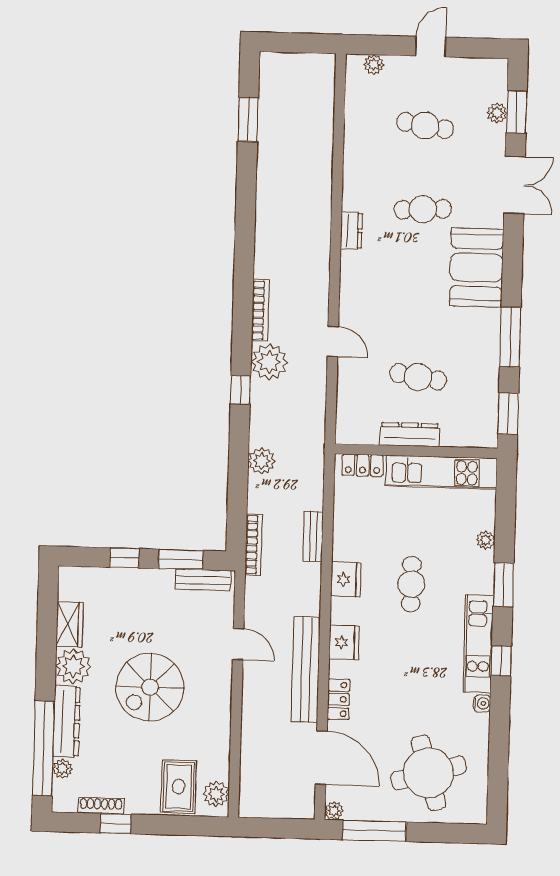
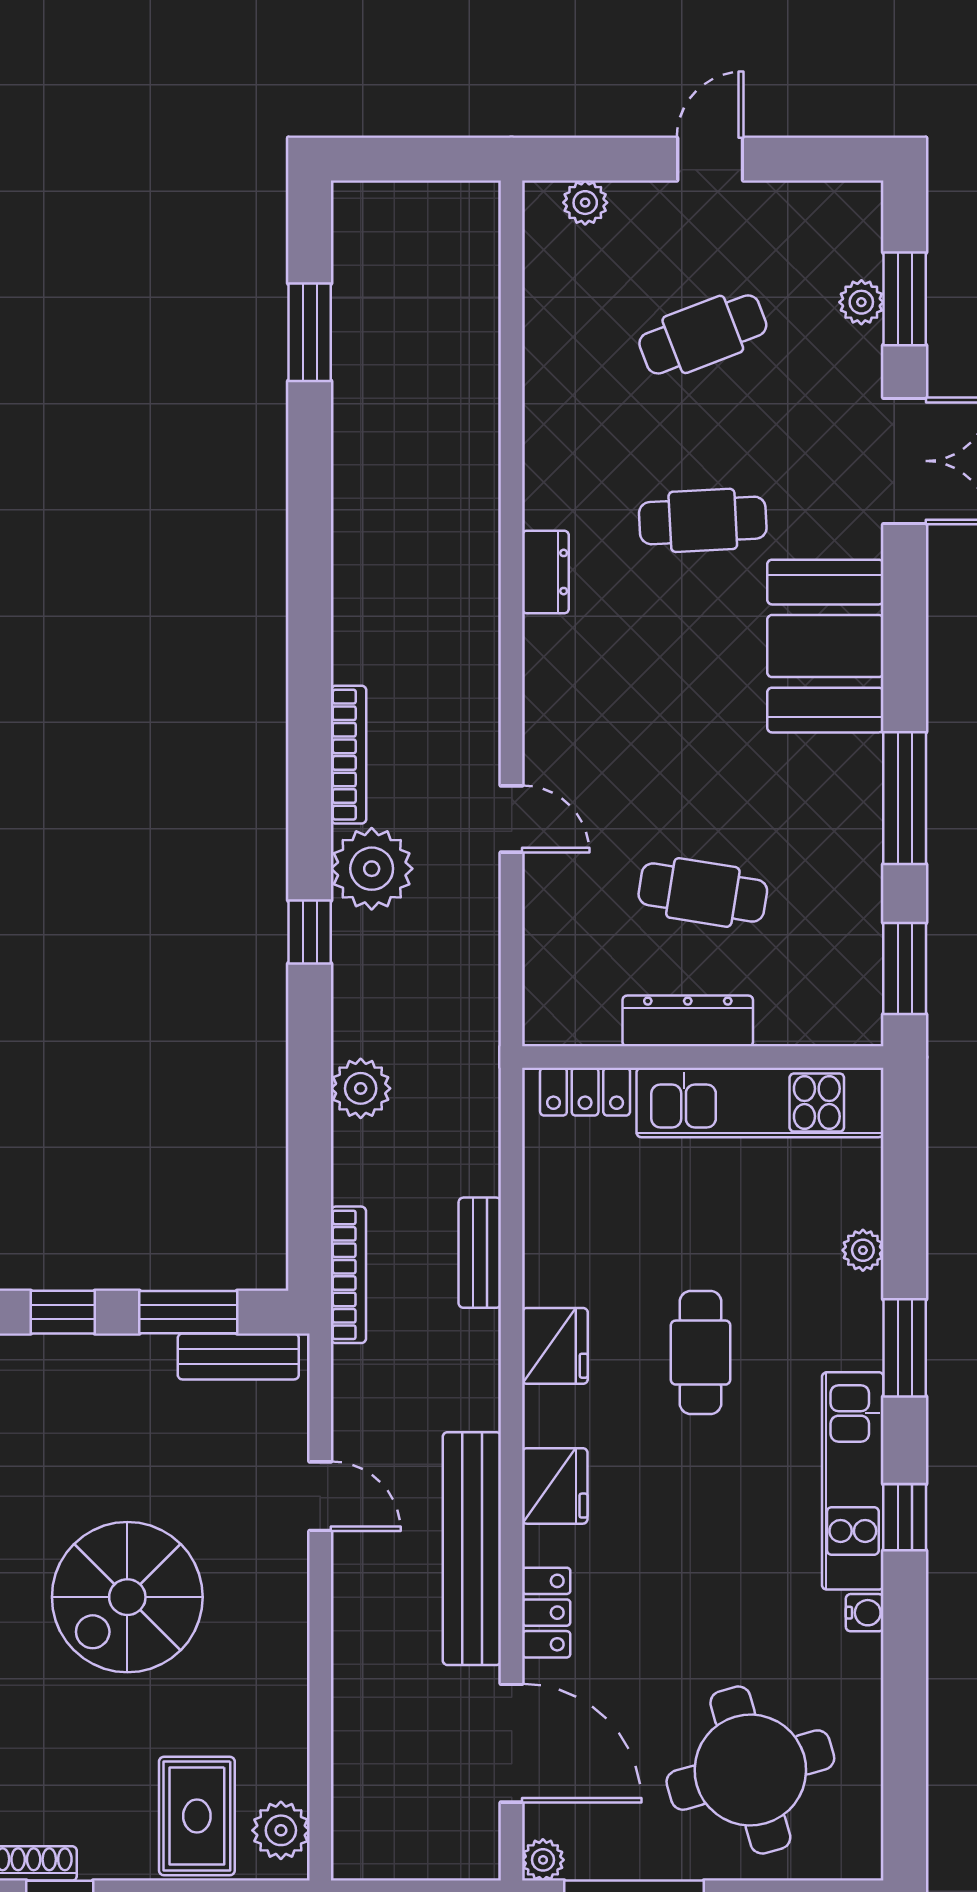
cafe table: (425, 125) -> (703, 334), turned -30

